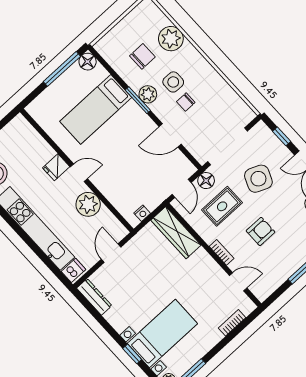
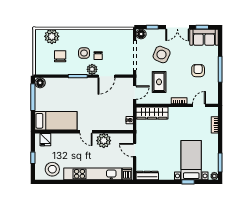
plant: (171, 39) -> (52, 36), moved
plant: (148, 94) -> (92, 69), moved
bed: (96, 109) -> (56, 121), moved, turned -90
fridge: (56, 167) -> (45, 140), moved
door: (79, 173) -> (86, 132), swing flipped
floor lamp: (206, 181) -> (141, 34), moved
door: (182, 188) -> (135, 93), hinge flipped
armchair: (261, 231) -> (198, 71), moved

